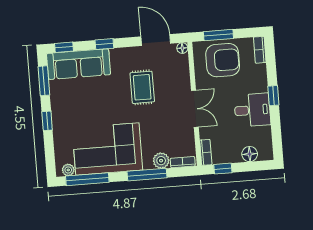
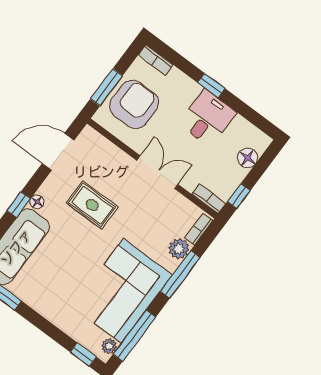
floor lamp: (182, 48) -> (37, 202), moved
window: (47, 121) -> (83, 355), moved

